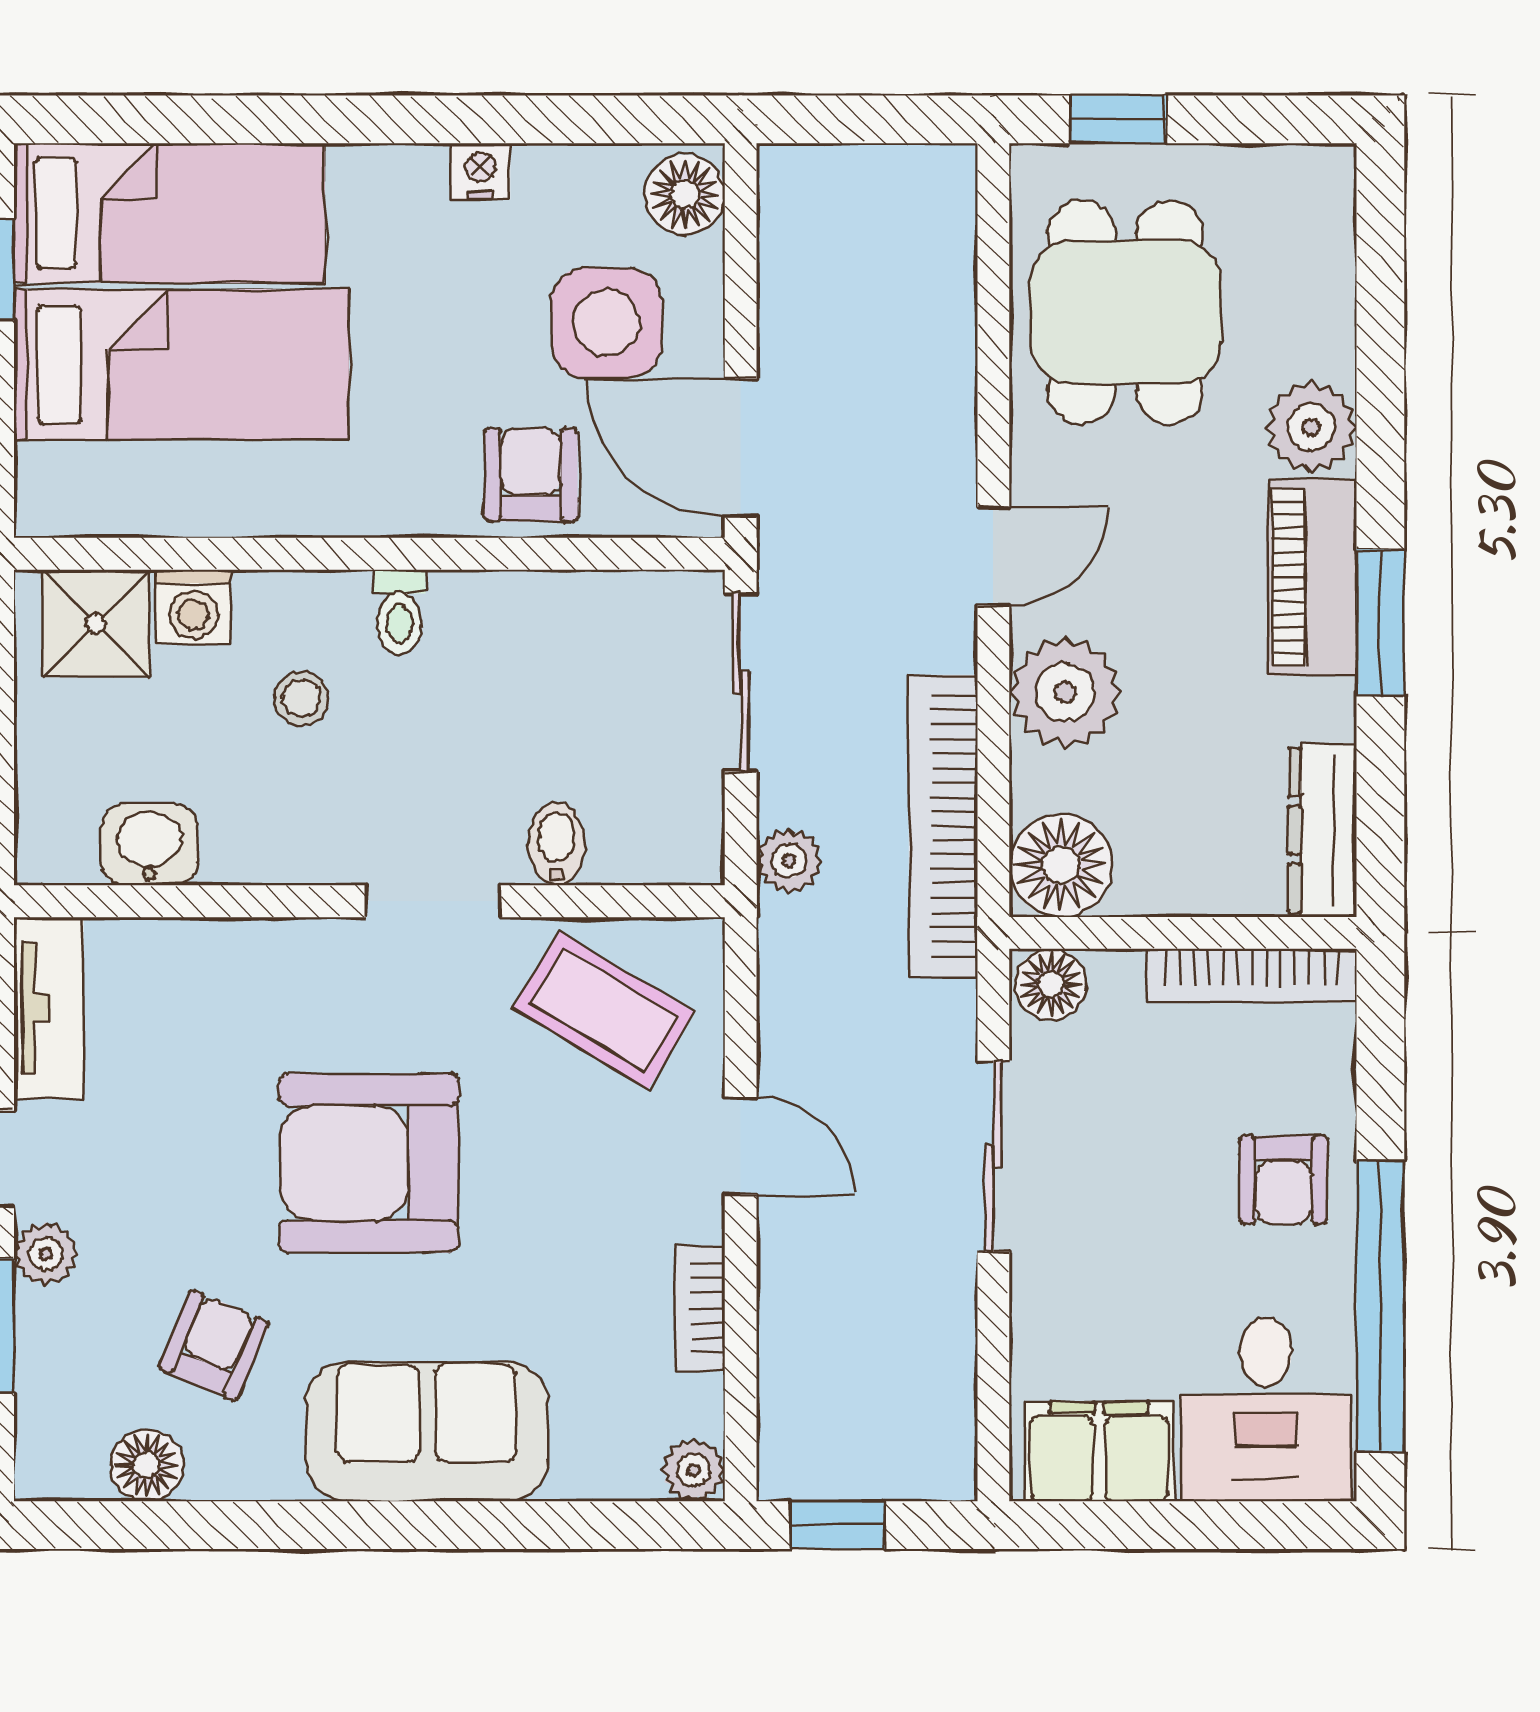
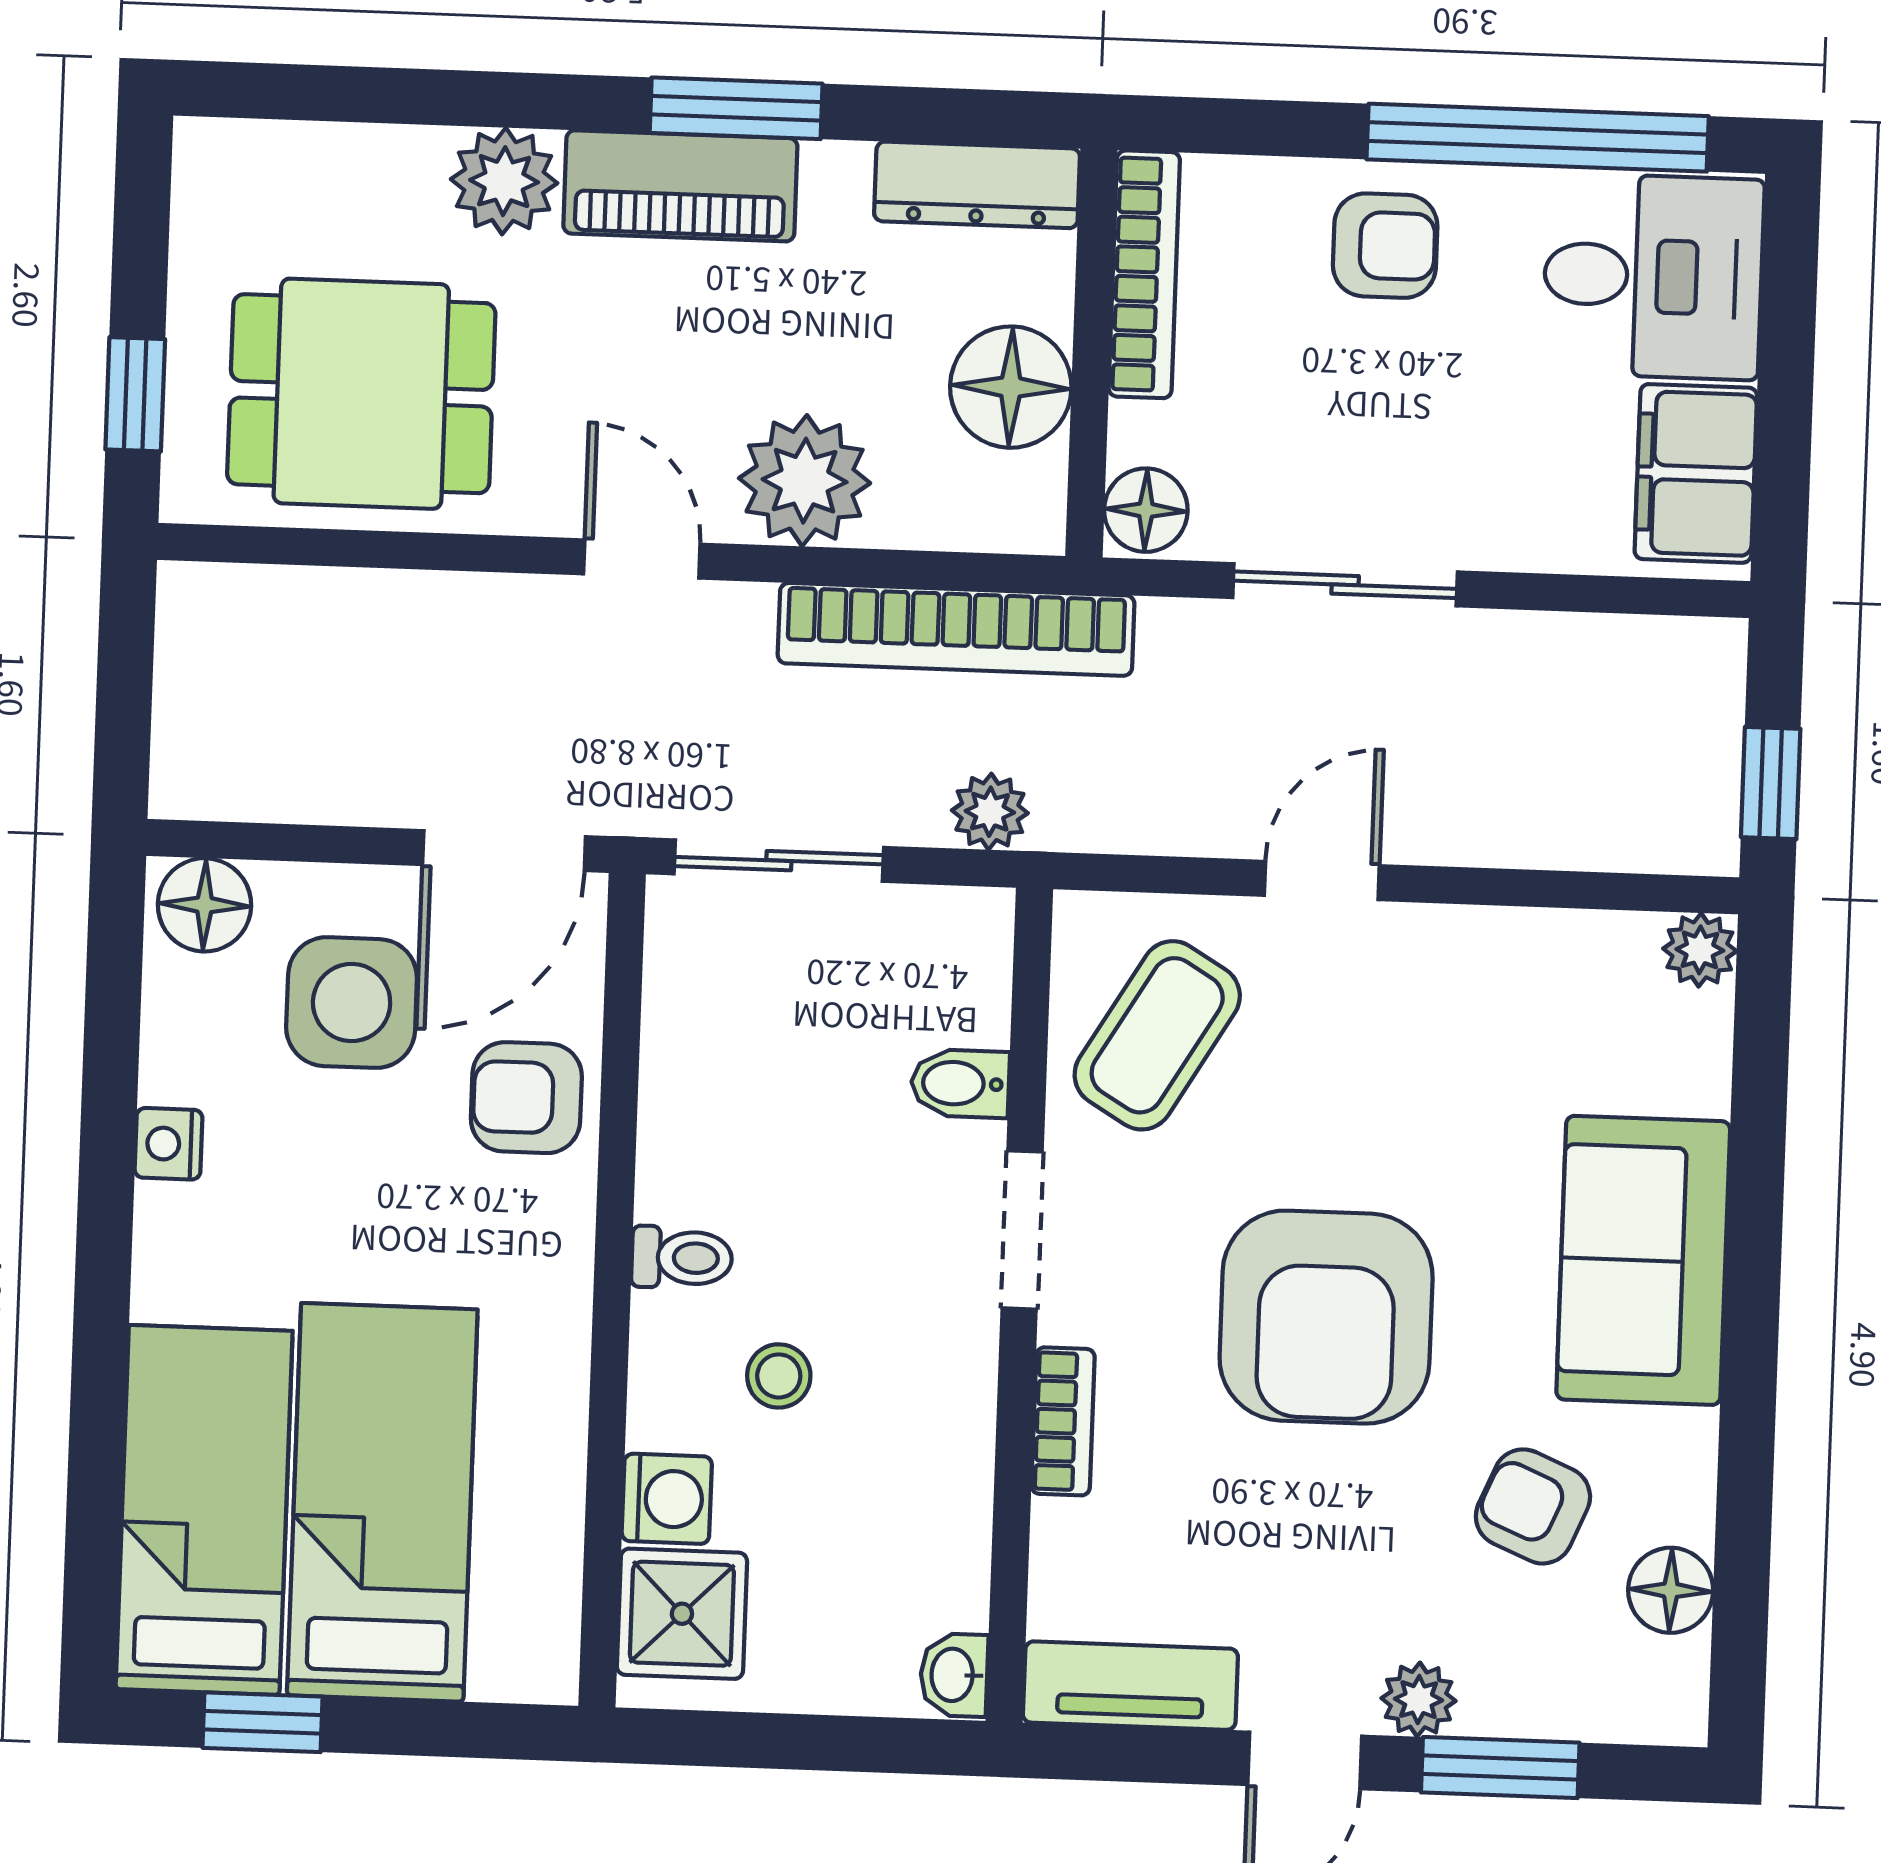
washbasin: (149, 845) -> (954, 1675), moved, width x0.72, depth x0.69
floor lamp: (1061, 865) -> (1011, 387), moved
bookcase: (700, 1308) -> (1063, 1421), moved, turned -90

